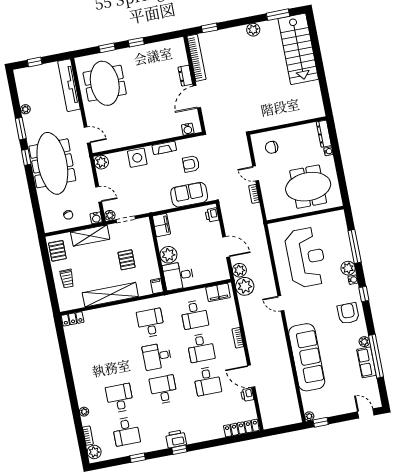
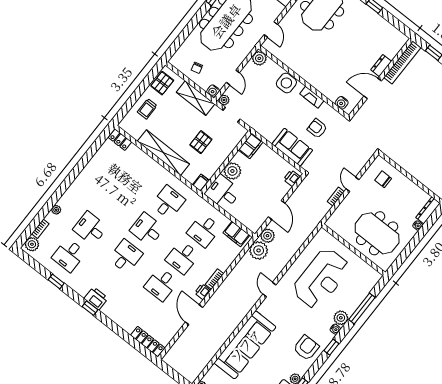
printer: (247, 395) -> (203, 292), moved
desk: (120, 398) -> (90, 228), turned -90

